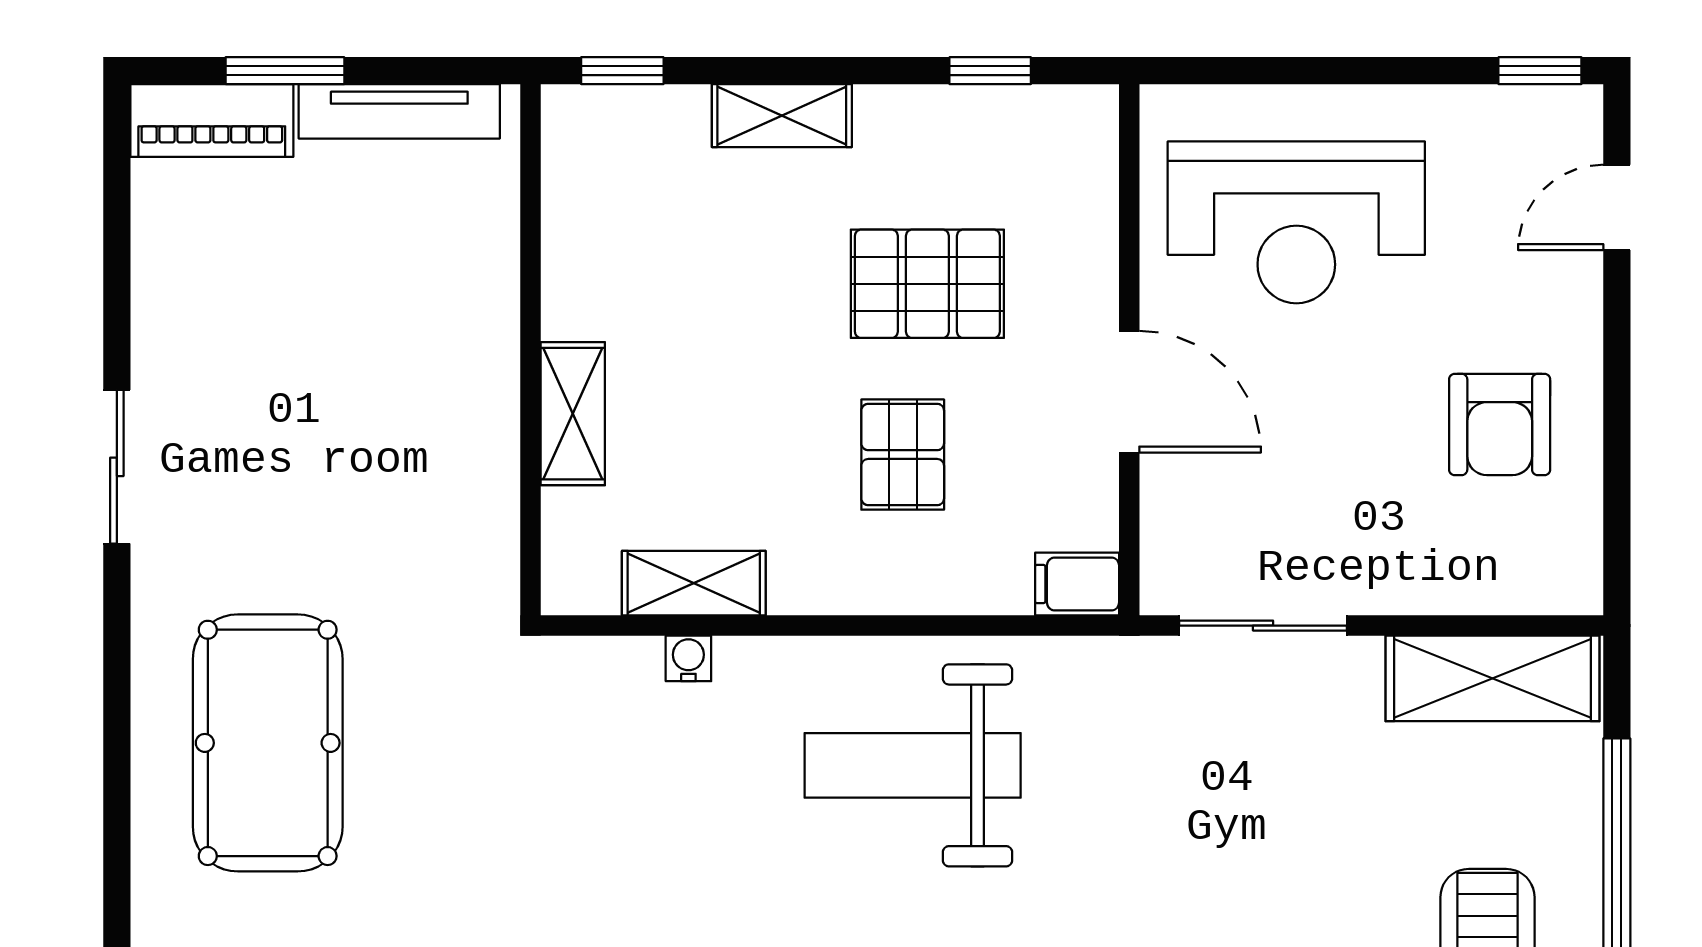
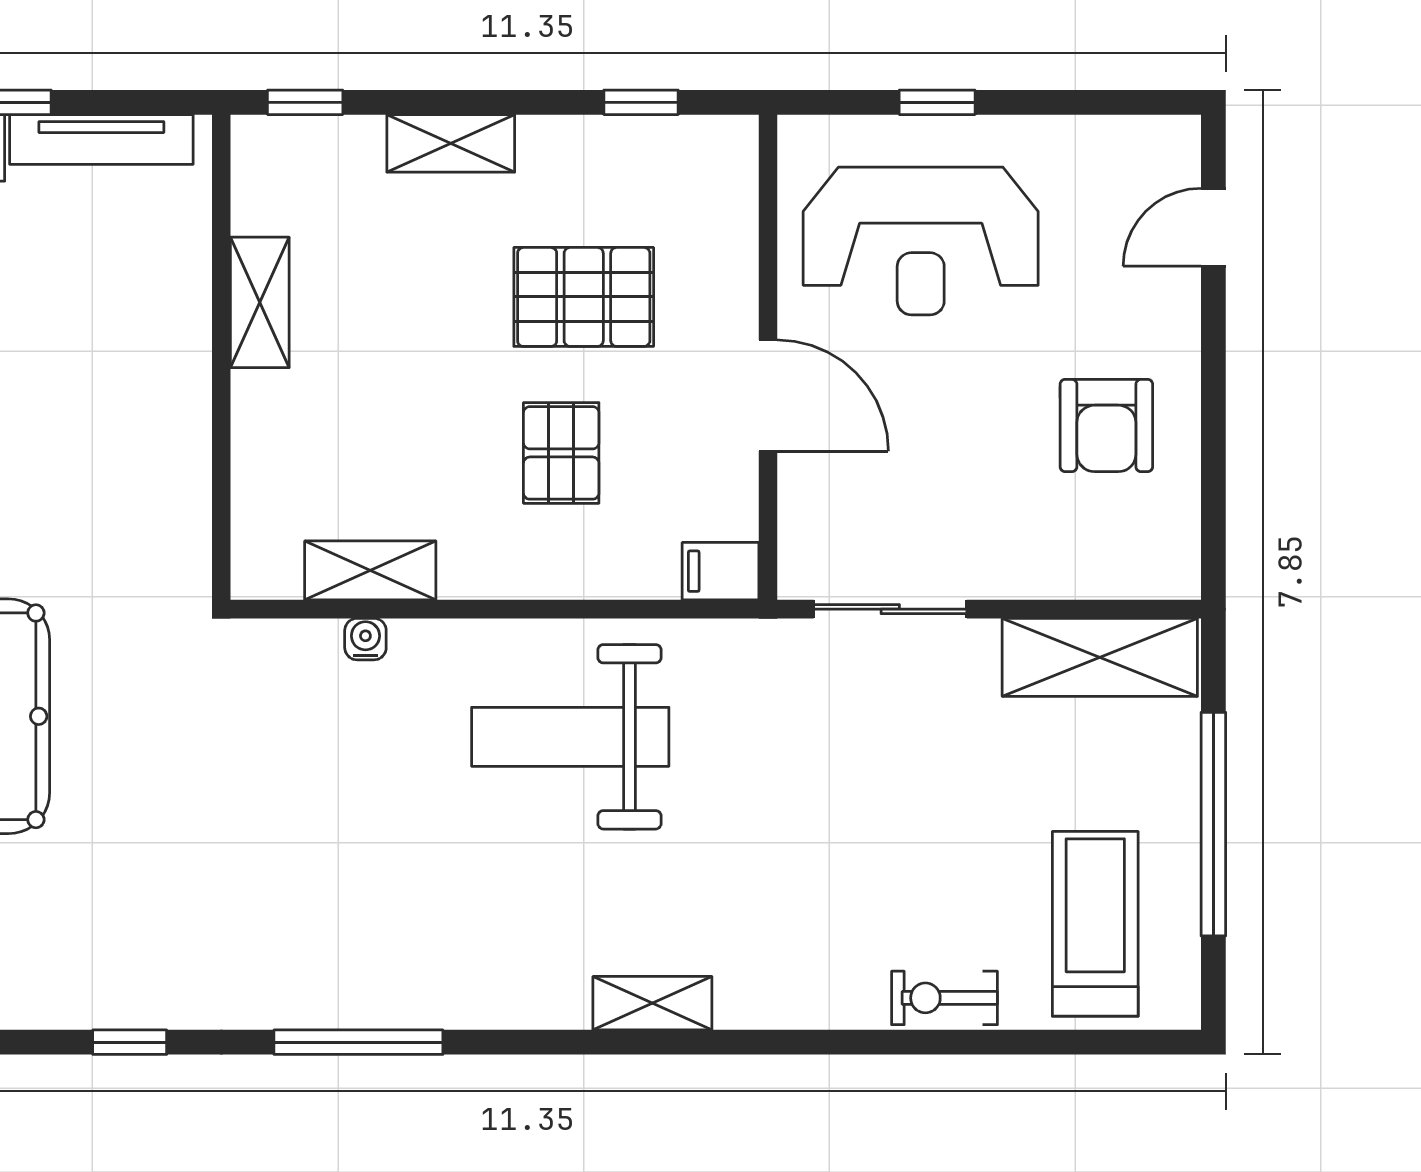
window: (1540, 71) -> (937, 102), moved
shelving: (573, 414) -> (260, 302), moved

